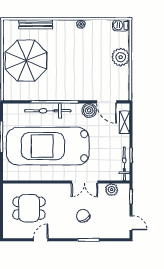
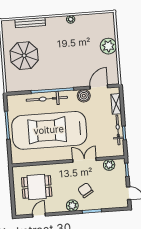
barbecue: (121, 25) -> (106, 18), removed
parasol: (26, 61) -> (24, 56), width x0.73, depth x0.73
door: (107, 102) -> (99, 87), swing flipped
bicycle: (124, 164) -> (118, 130), moved
double door: (85, 182) -> (84, 160), swing flipped
plant: (67, 232) -> (72, 206), added
door: (41, 240) -> (39, 215), moved

